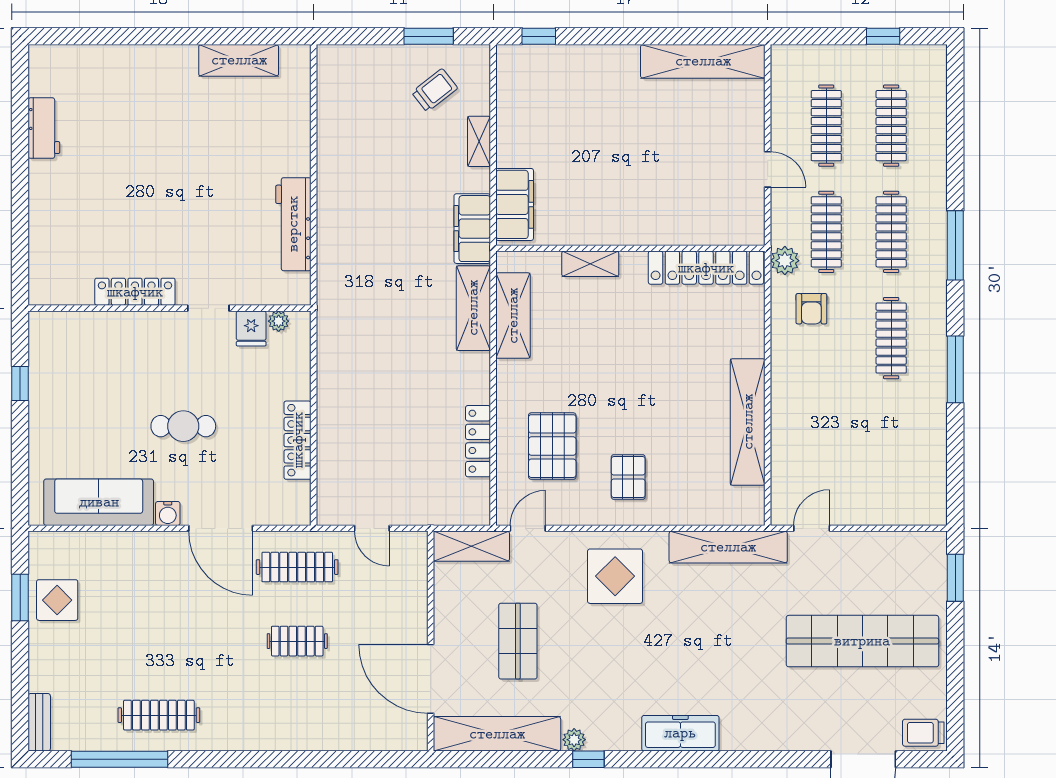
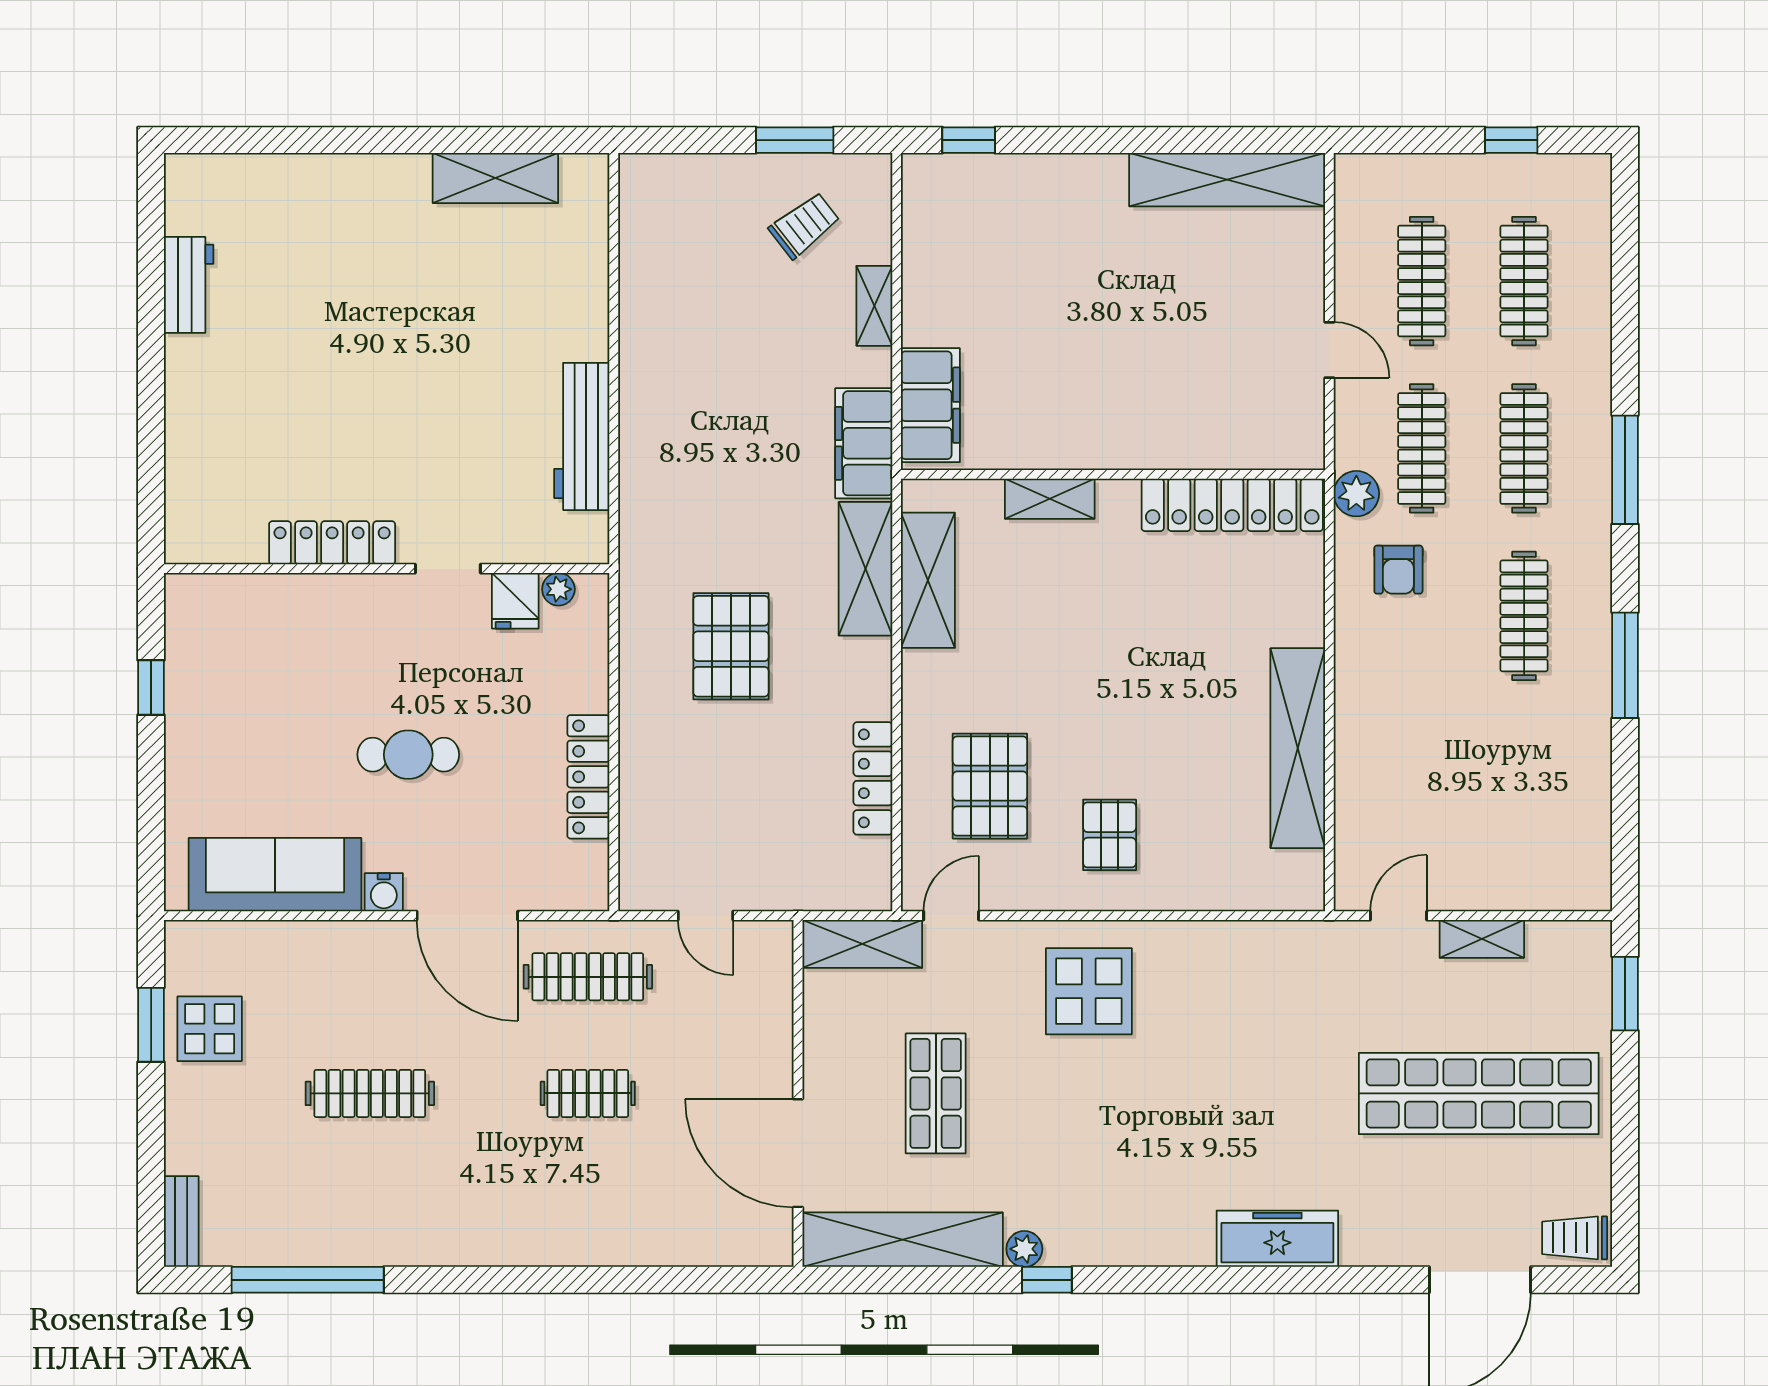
pallet: (388, 357) -> (731, 646), added
shelving: (728, 547) -> (1482, 939), moved, width x0.45, depth x0.75
clothes rail: (159, 715) -> (370, 1093), moved
freezer: (680, 733) -> (1277, 1239), moved

